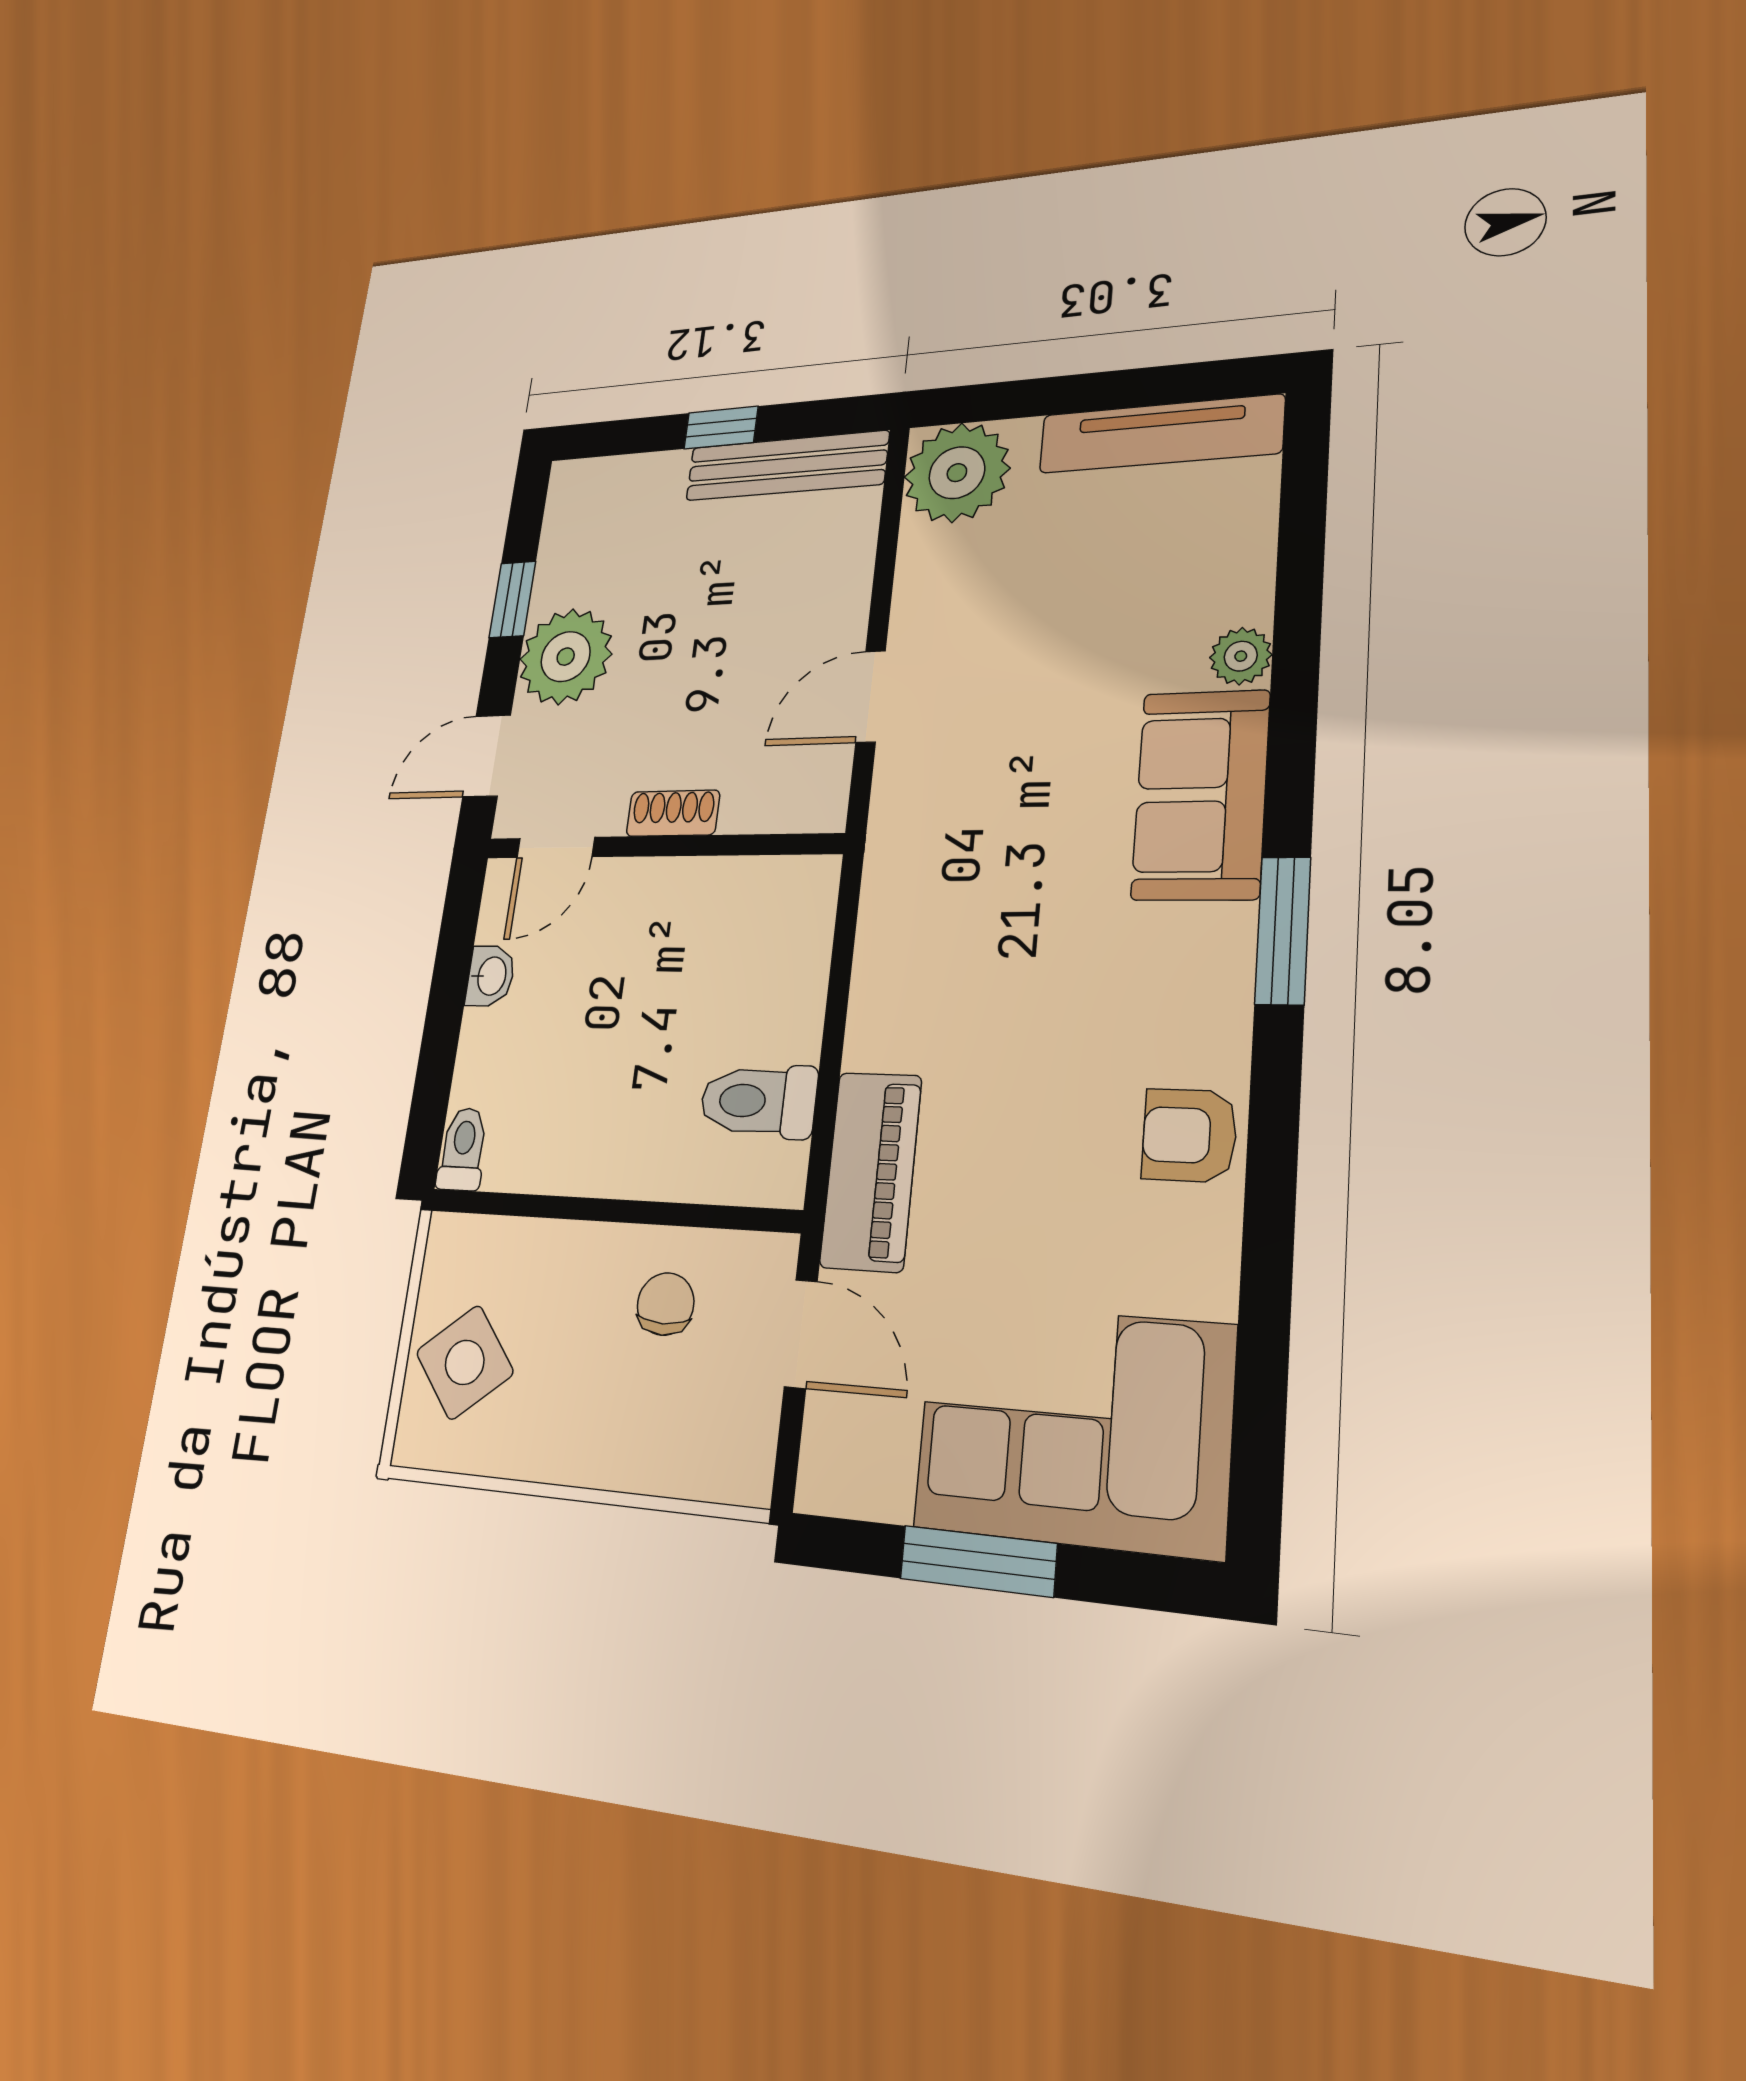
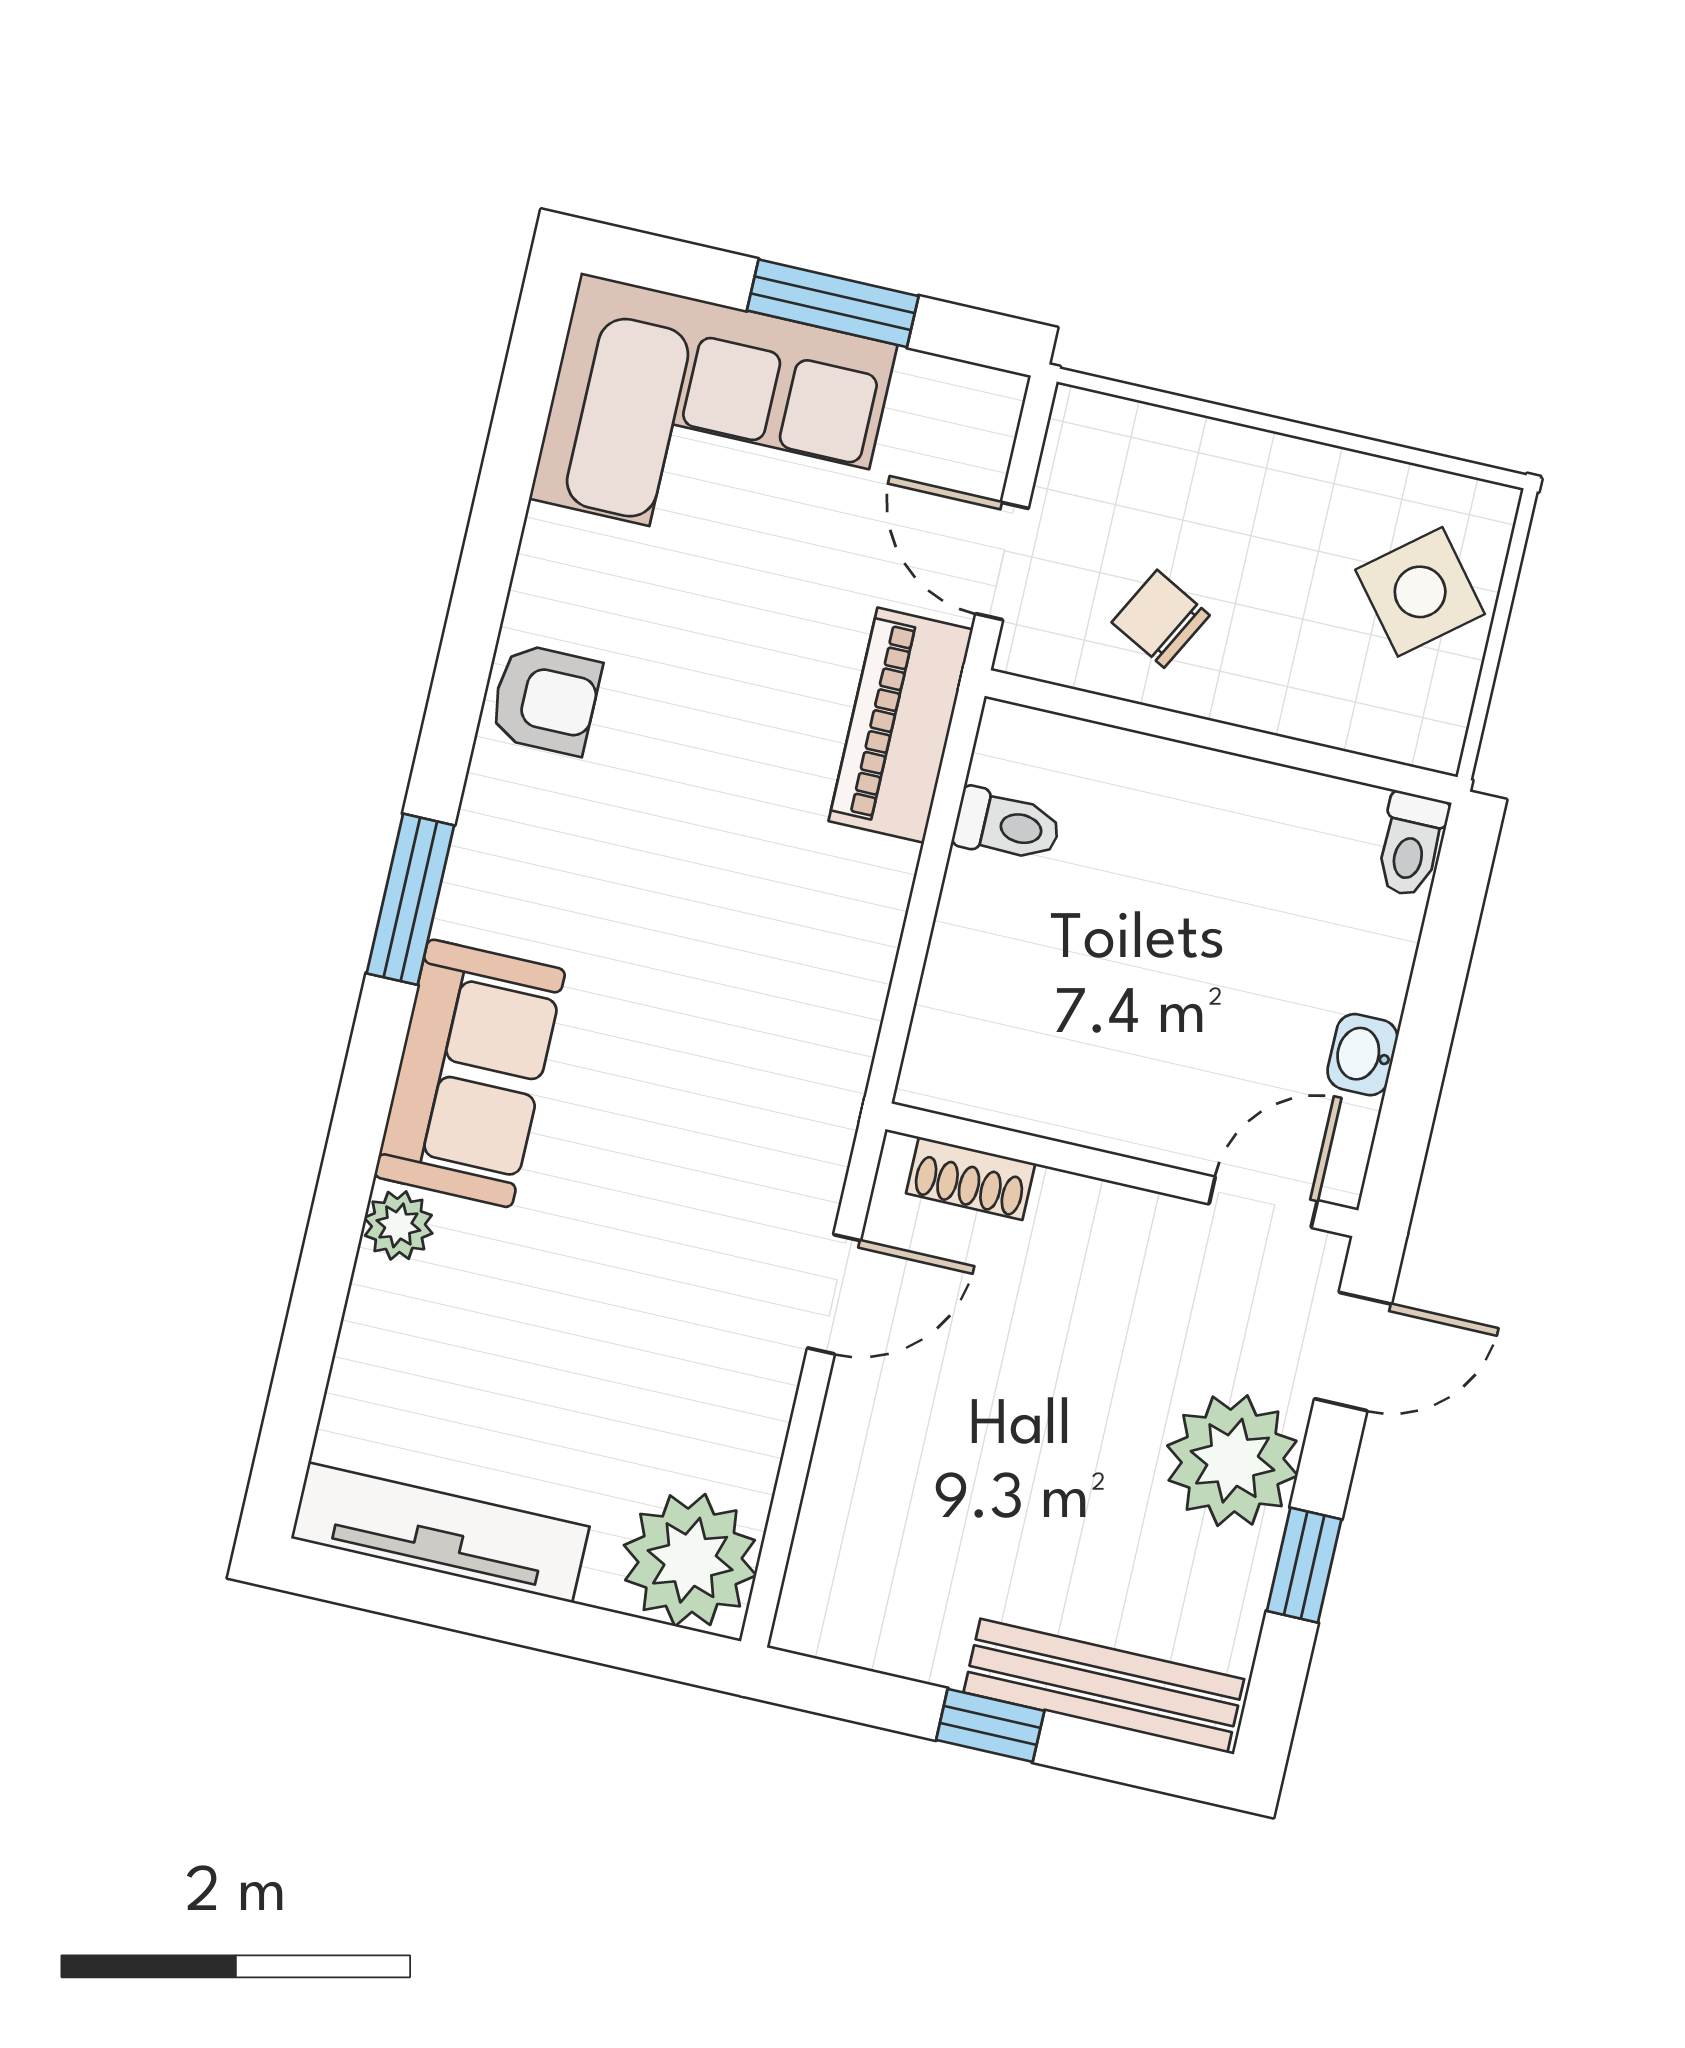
bench: (787, 466) -> (1104, 1686), moved
shoe rack: (673, 813) -> (971, 1178), moved
toilet: (758, 1101) -> (1007, 825), width x0.73, depth x0.72
chair: (666, 1304) -> (1161, 619), turned 118

